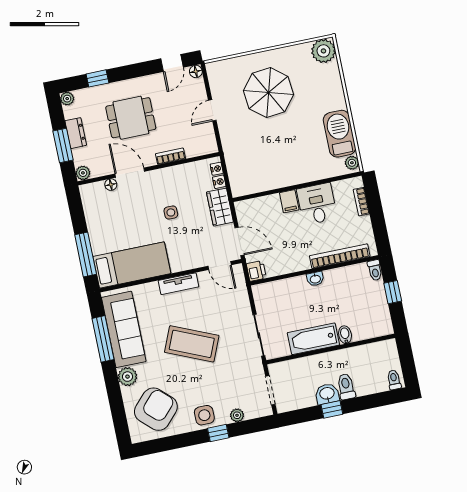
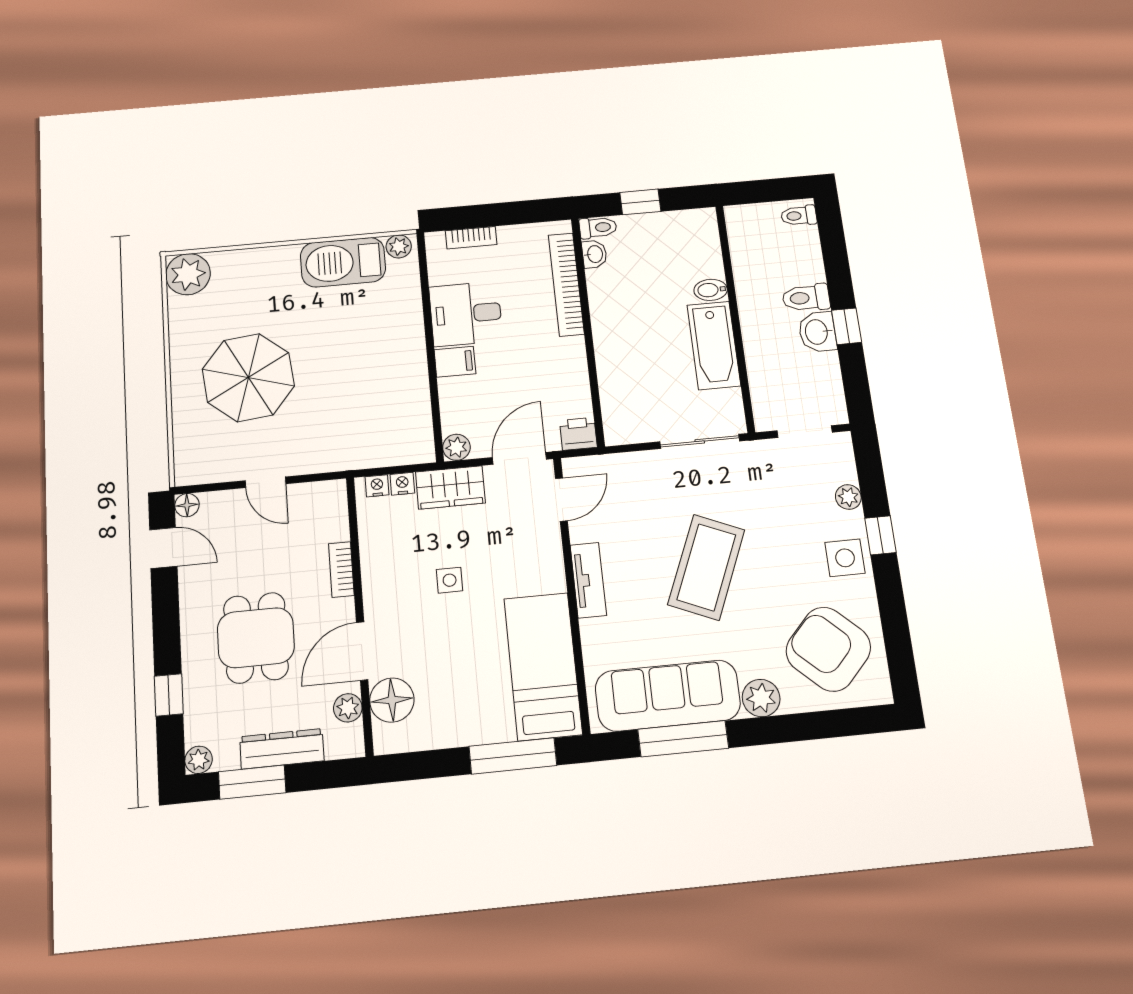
dresser: (76, 133) -> (282, 749), width x1.44
window: (63, 146) -> (252, 782), moved
plant: (83, 173) -> (348, 708), moved
floor lamp: (111, 185) -> (392, 700), width x1.89, depth x1.89
plant: (242, 208) -> (456, 447), added
washbasin: (315, 279) -> (594, 254), moved

